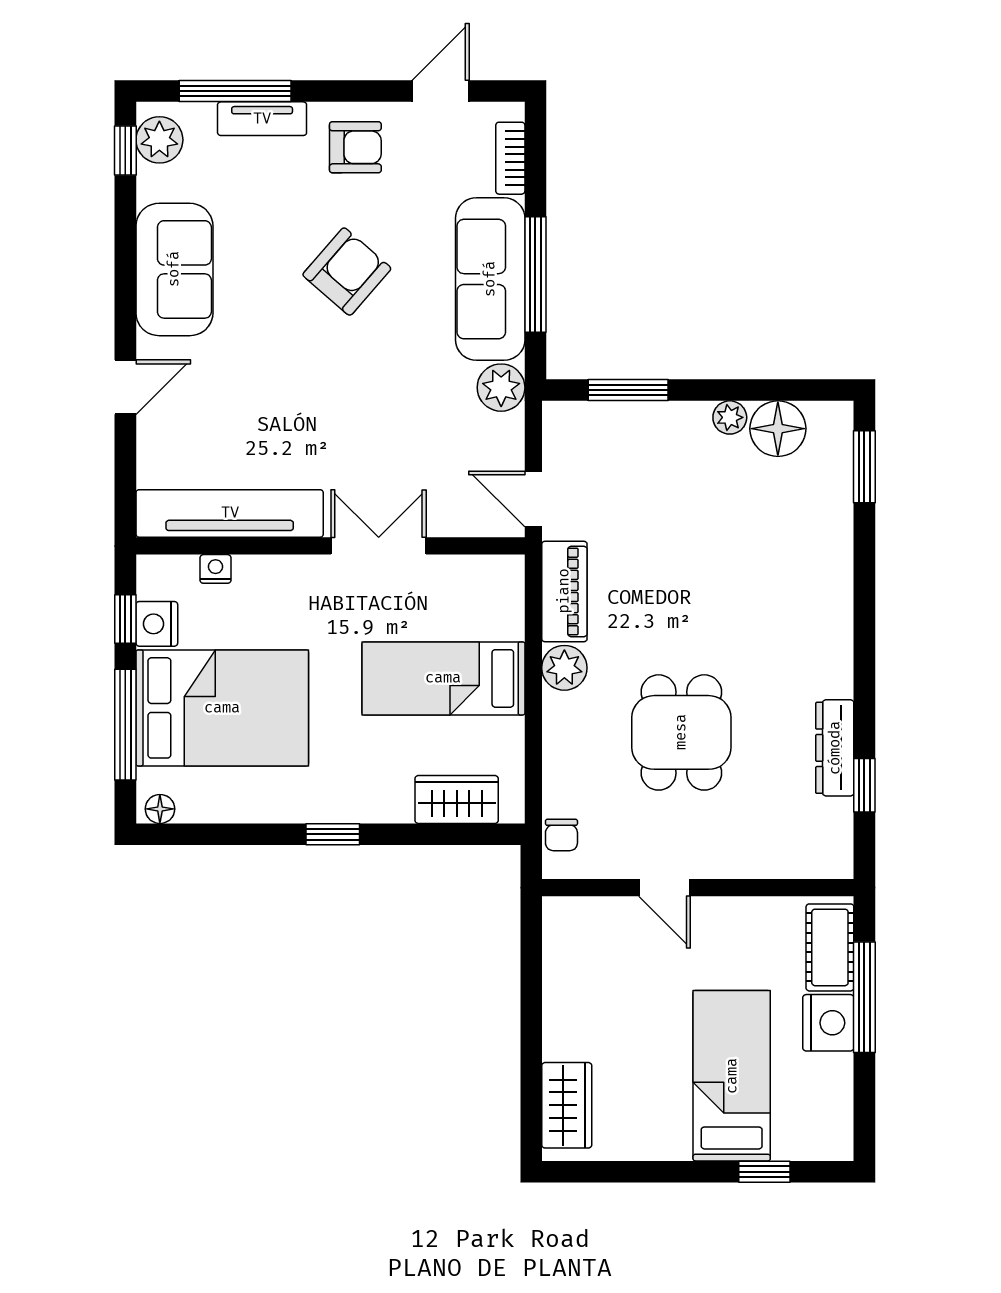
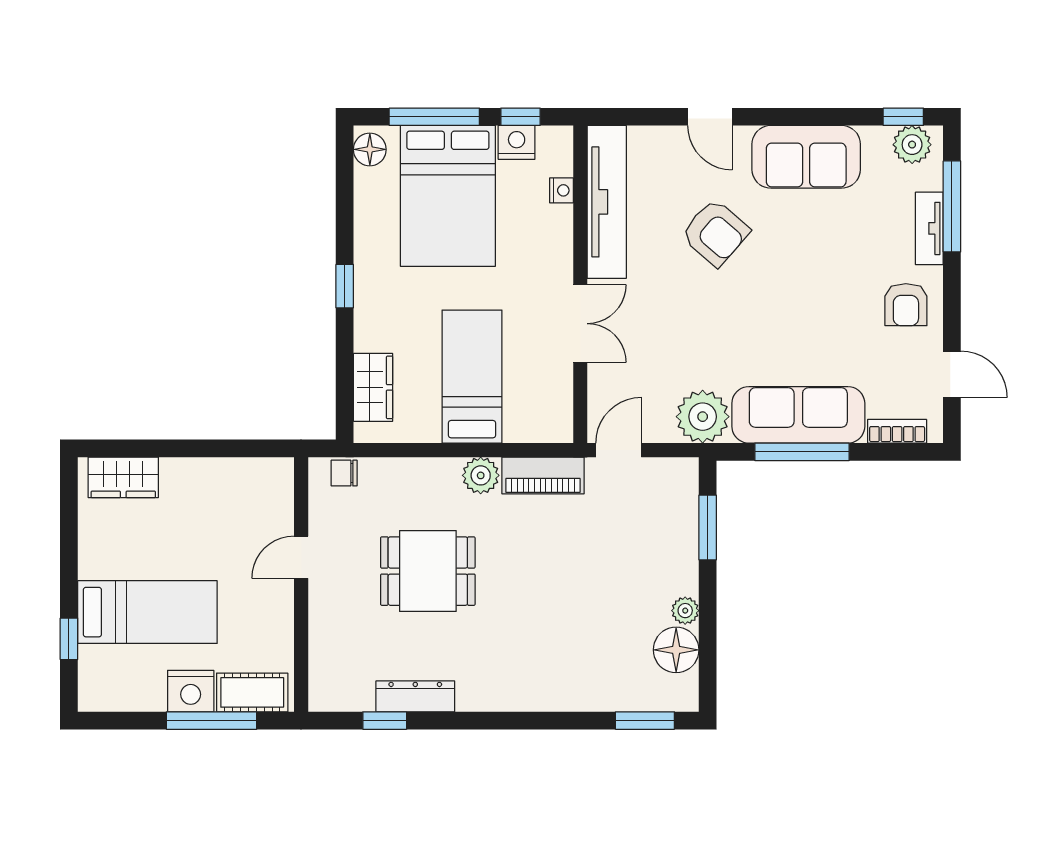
armchair: (347, 272) -> (715, 233), moved
plant: (501, 388) -> (703, 417), width x1.36, depth x1.36
floor lamp: (160, 809) -> (370, 149), width x1.37, depth x1.37

